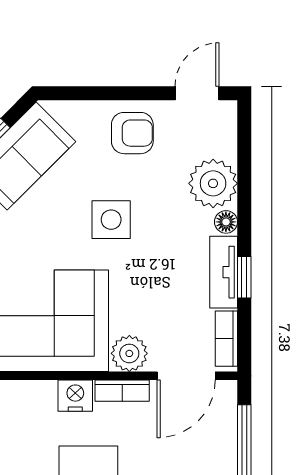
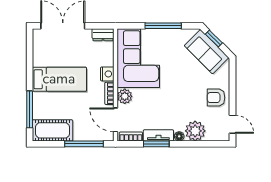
armchair: (132, 133) -> (216, 98), turned 90
side table: (111, 220) -> (180, 89), removed
window: (244, 277) -> (156, 144), width x1.50

